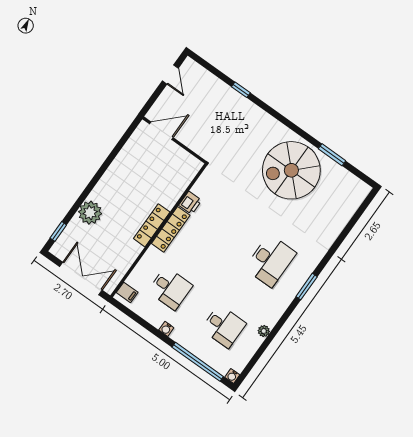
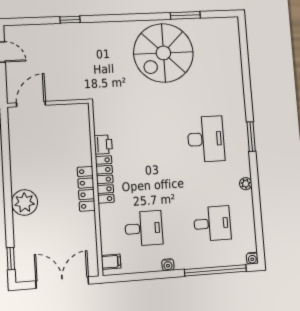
plant: (90, 213) -> (25, 202), moved
plant: (264, 331) -> (246, 184), moved

